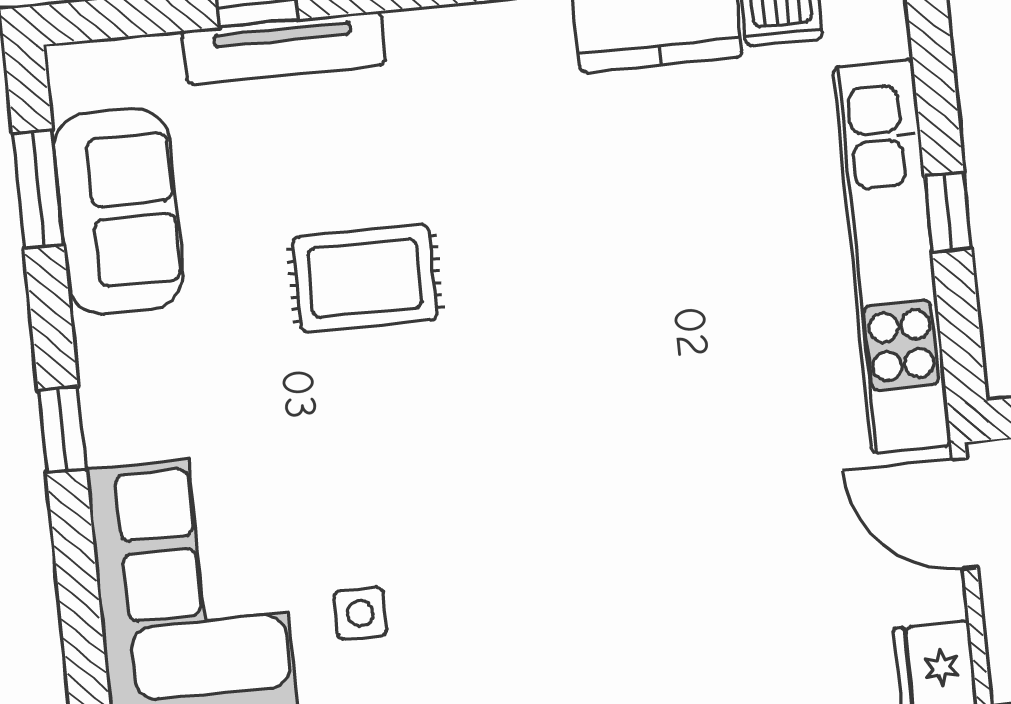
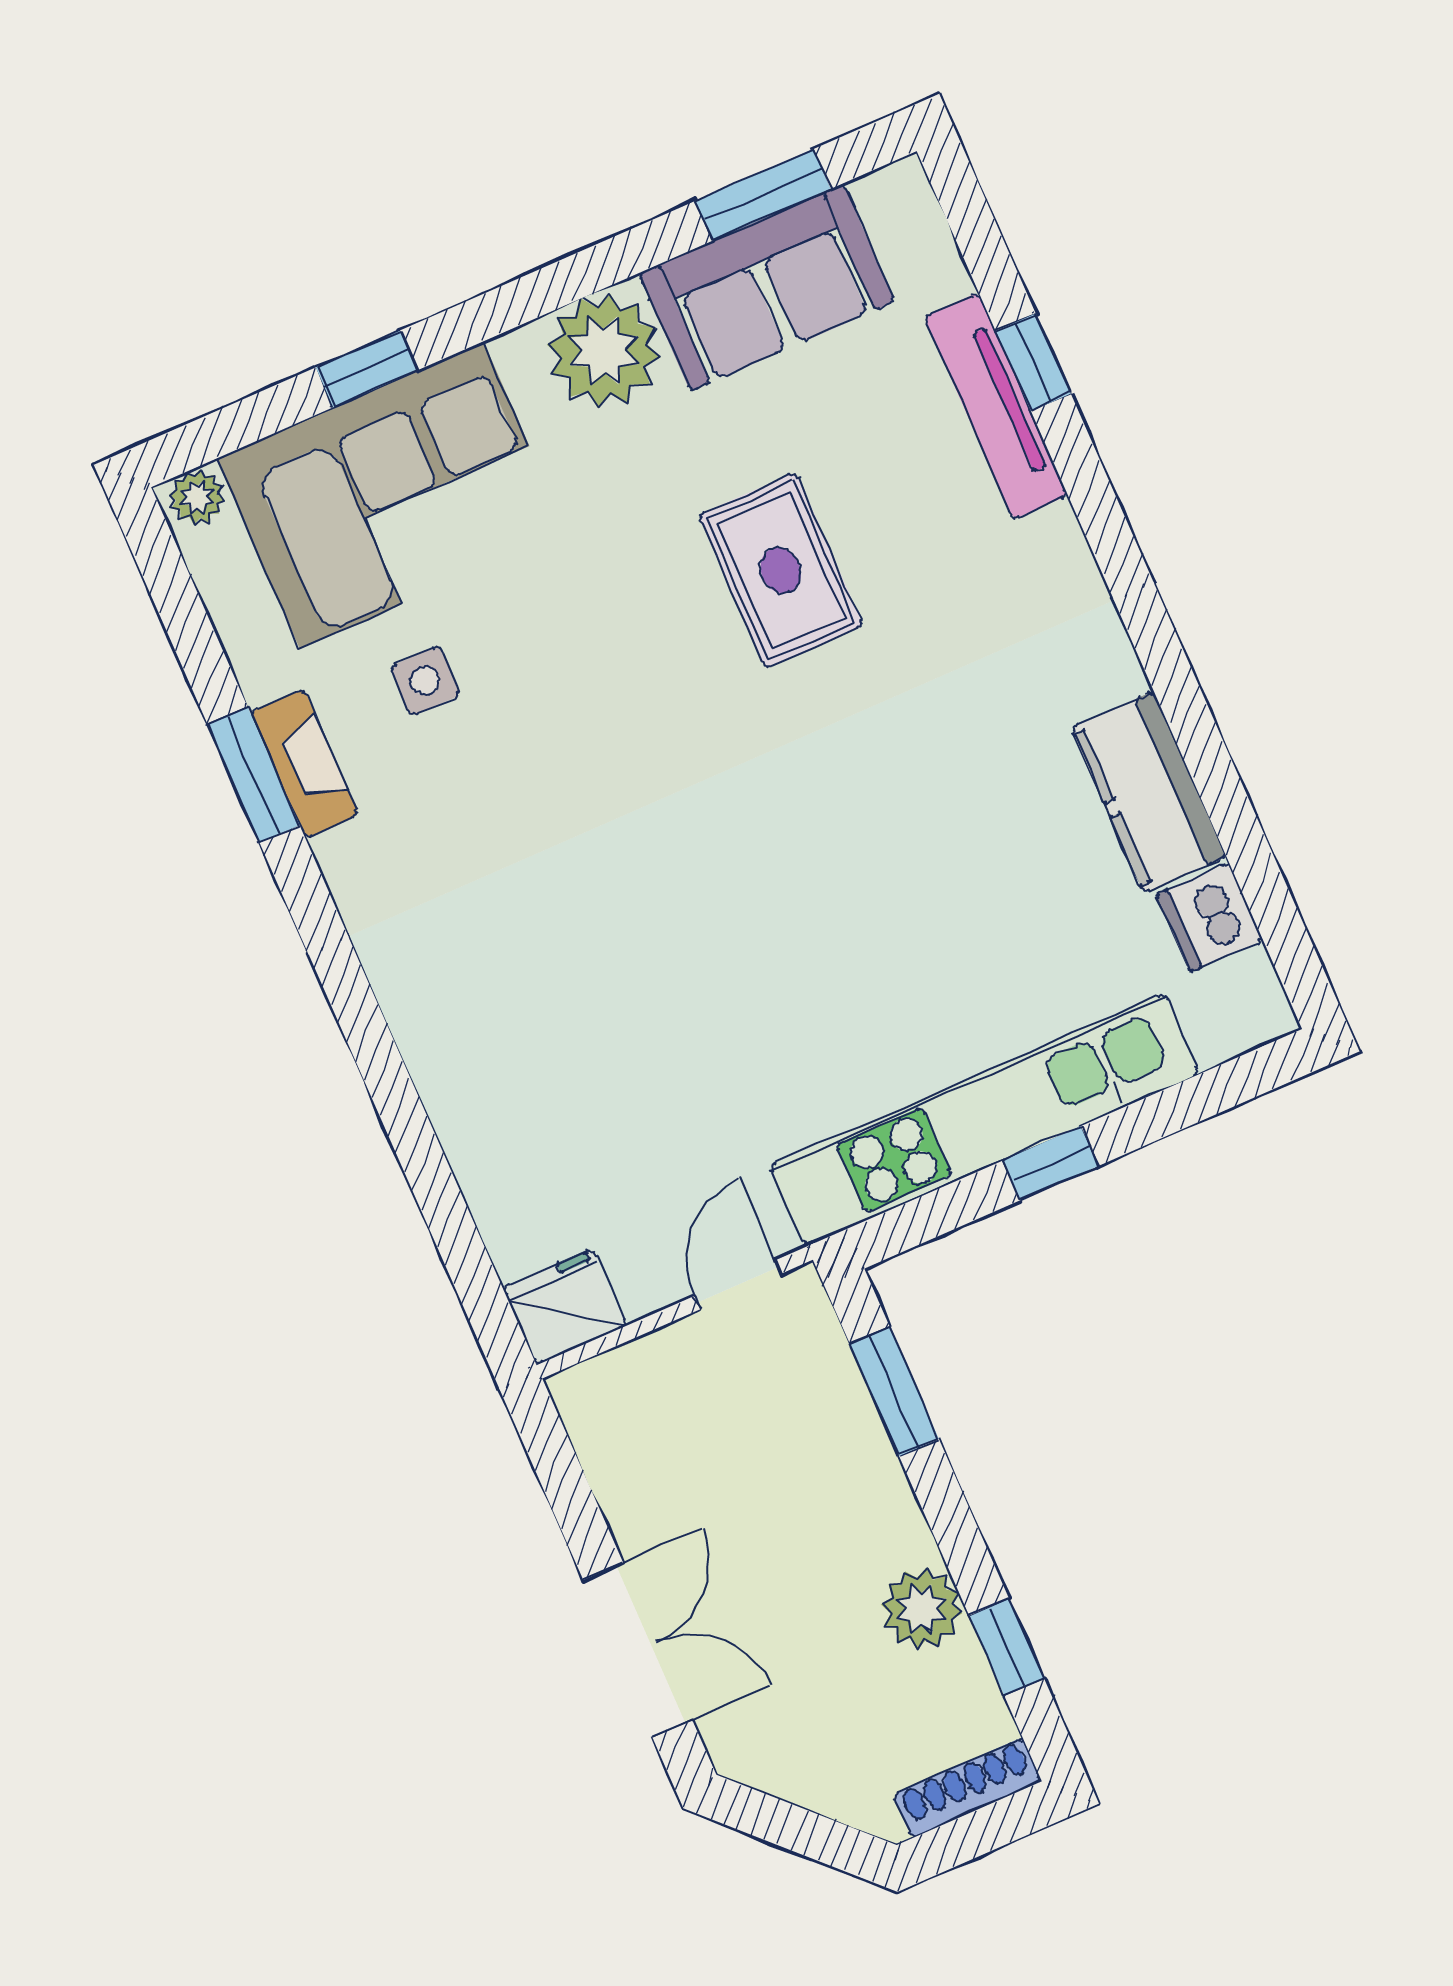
plant: (127, 368) -> (604, 351), added
window: (62, 429) -> (366, 369), moved
door: (965, 514) -> (738, 1285), width x0.73

